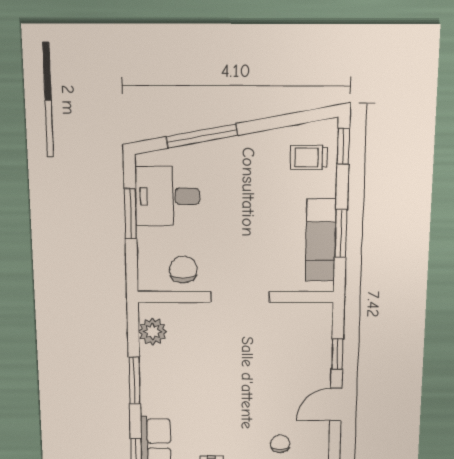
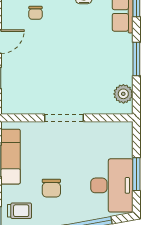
desk: (167, 196) -> (112, 185), width x1.37
chair: (183, 270) -> (51, 188), moved

